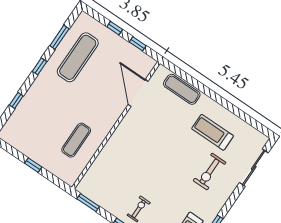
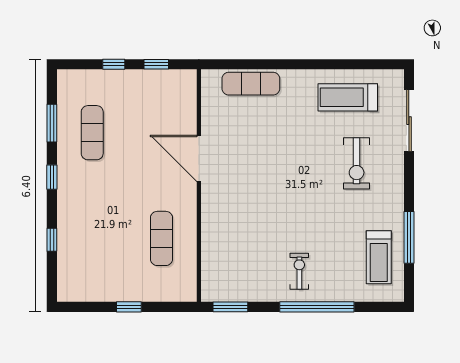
exercise mat: (78, 57) -> (92, 133), width x0.73, depth x0.69
door: (138, 93) -> (199, 158), moved
treadmill: (213, 132) -> (348, 97), moved

